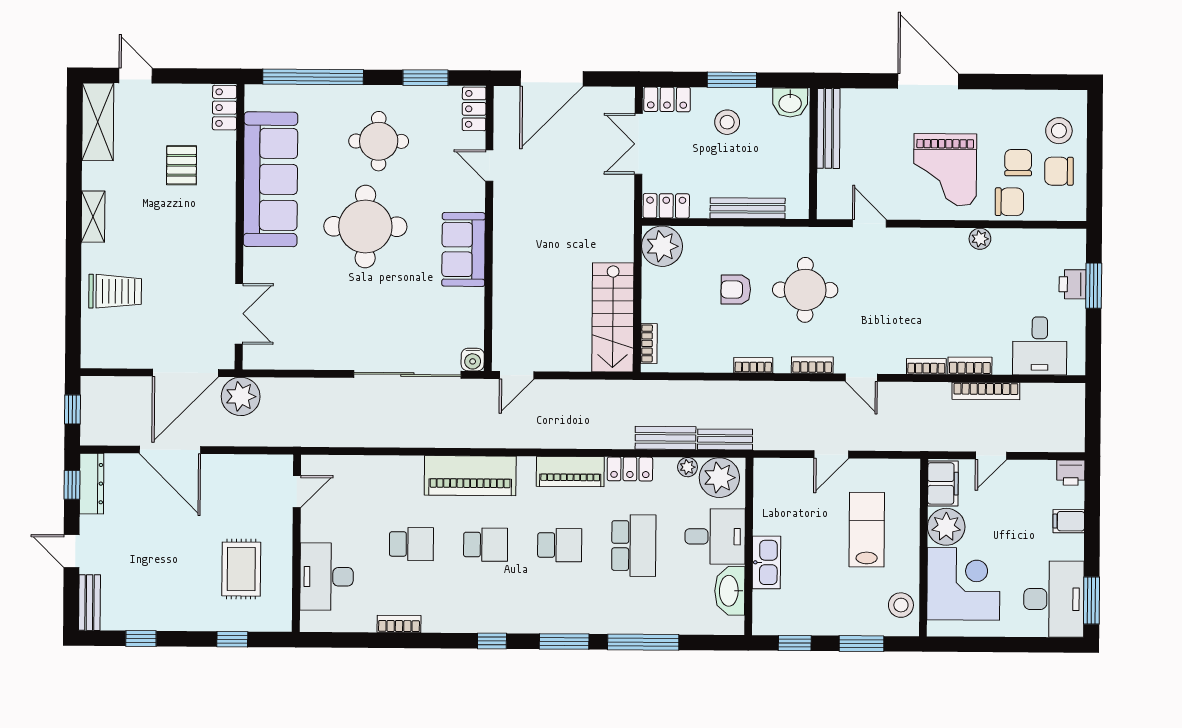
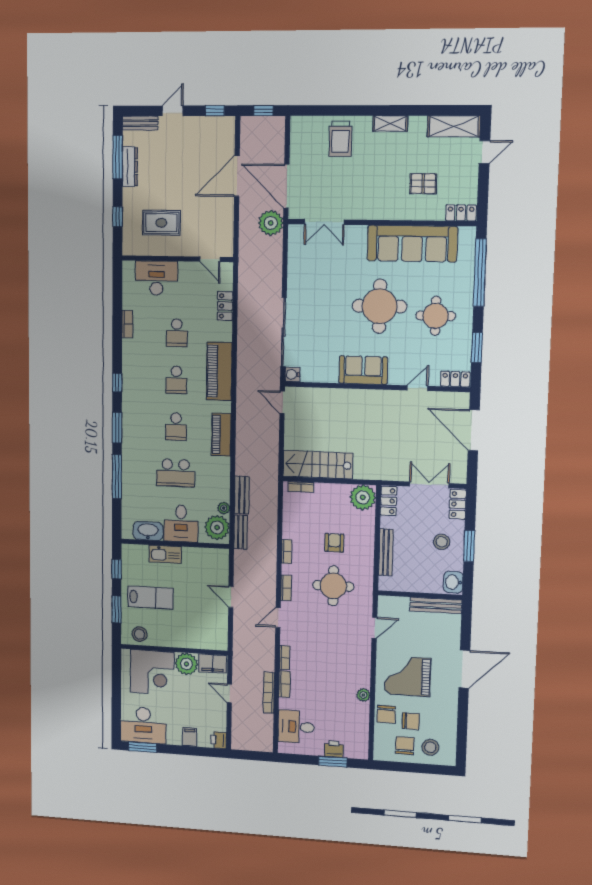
locker: (630, 469) -> (225, 306), moved
dresser: (92, 484) -> (130, 167), moved, turned -90
lab bench: (867, 530) -> (150, 597), moved
window: (141, 639) -> (118, 157), width x2.17

